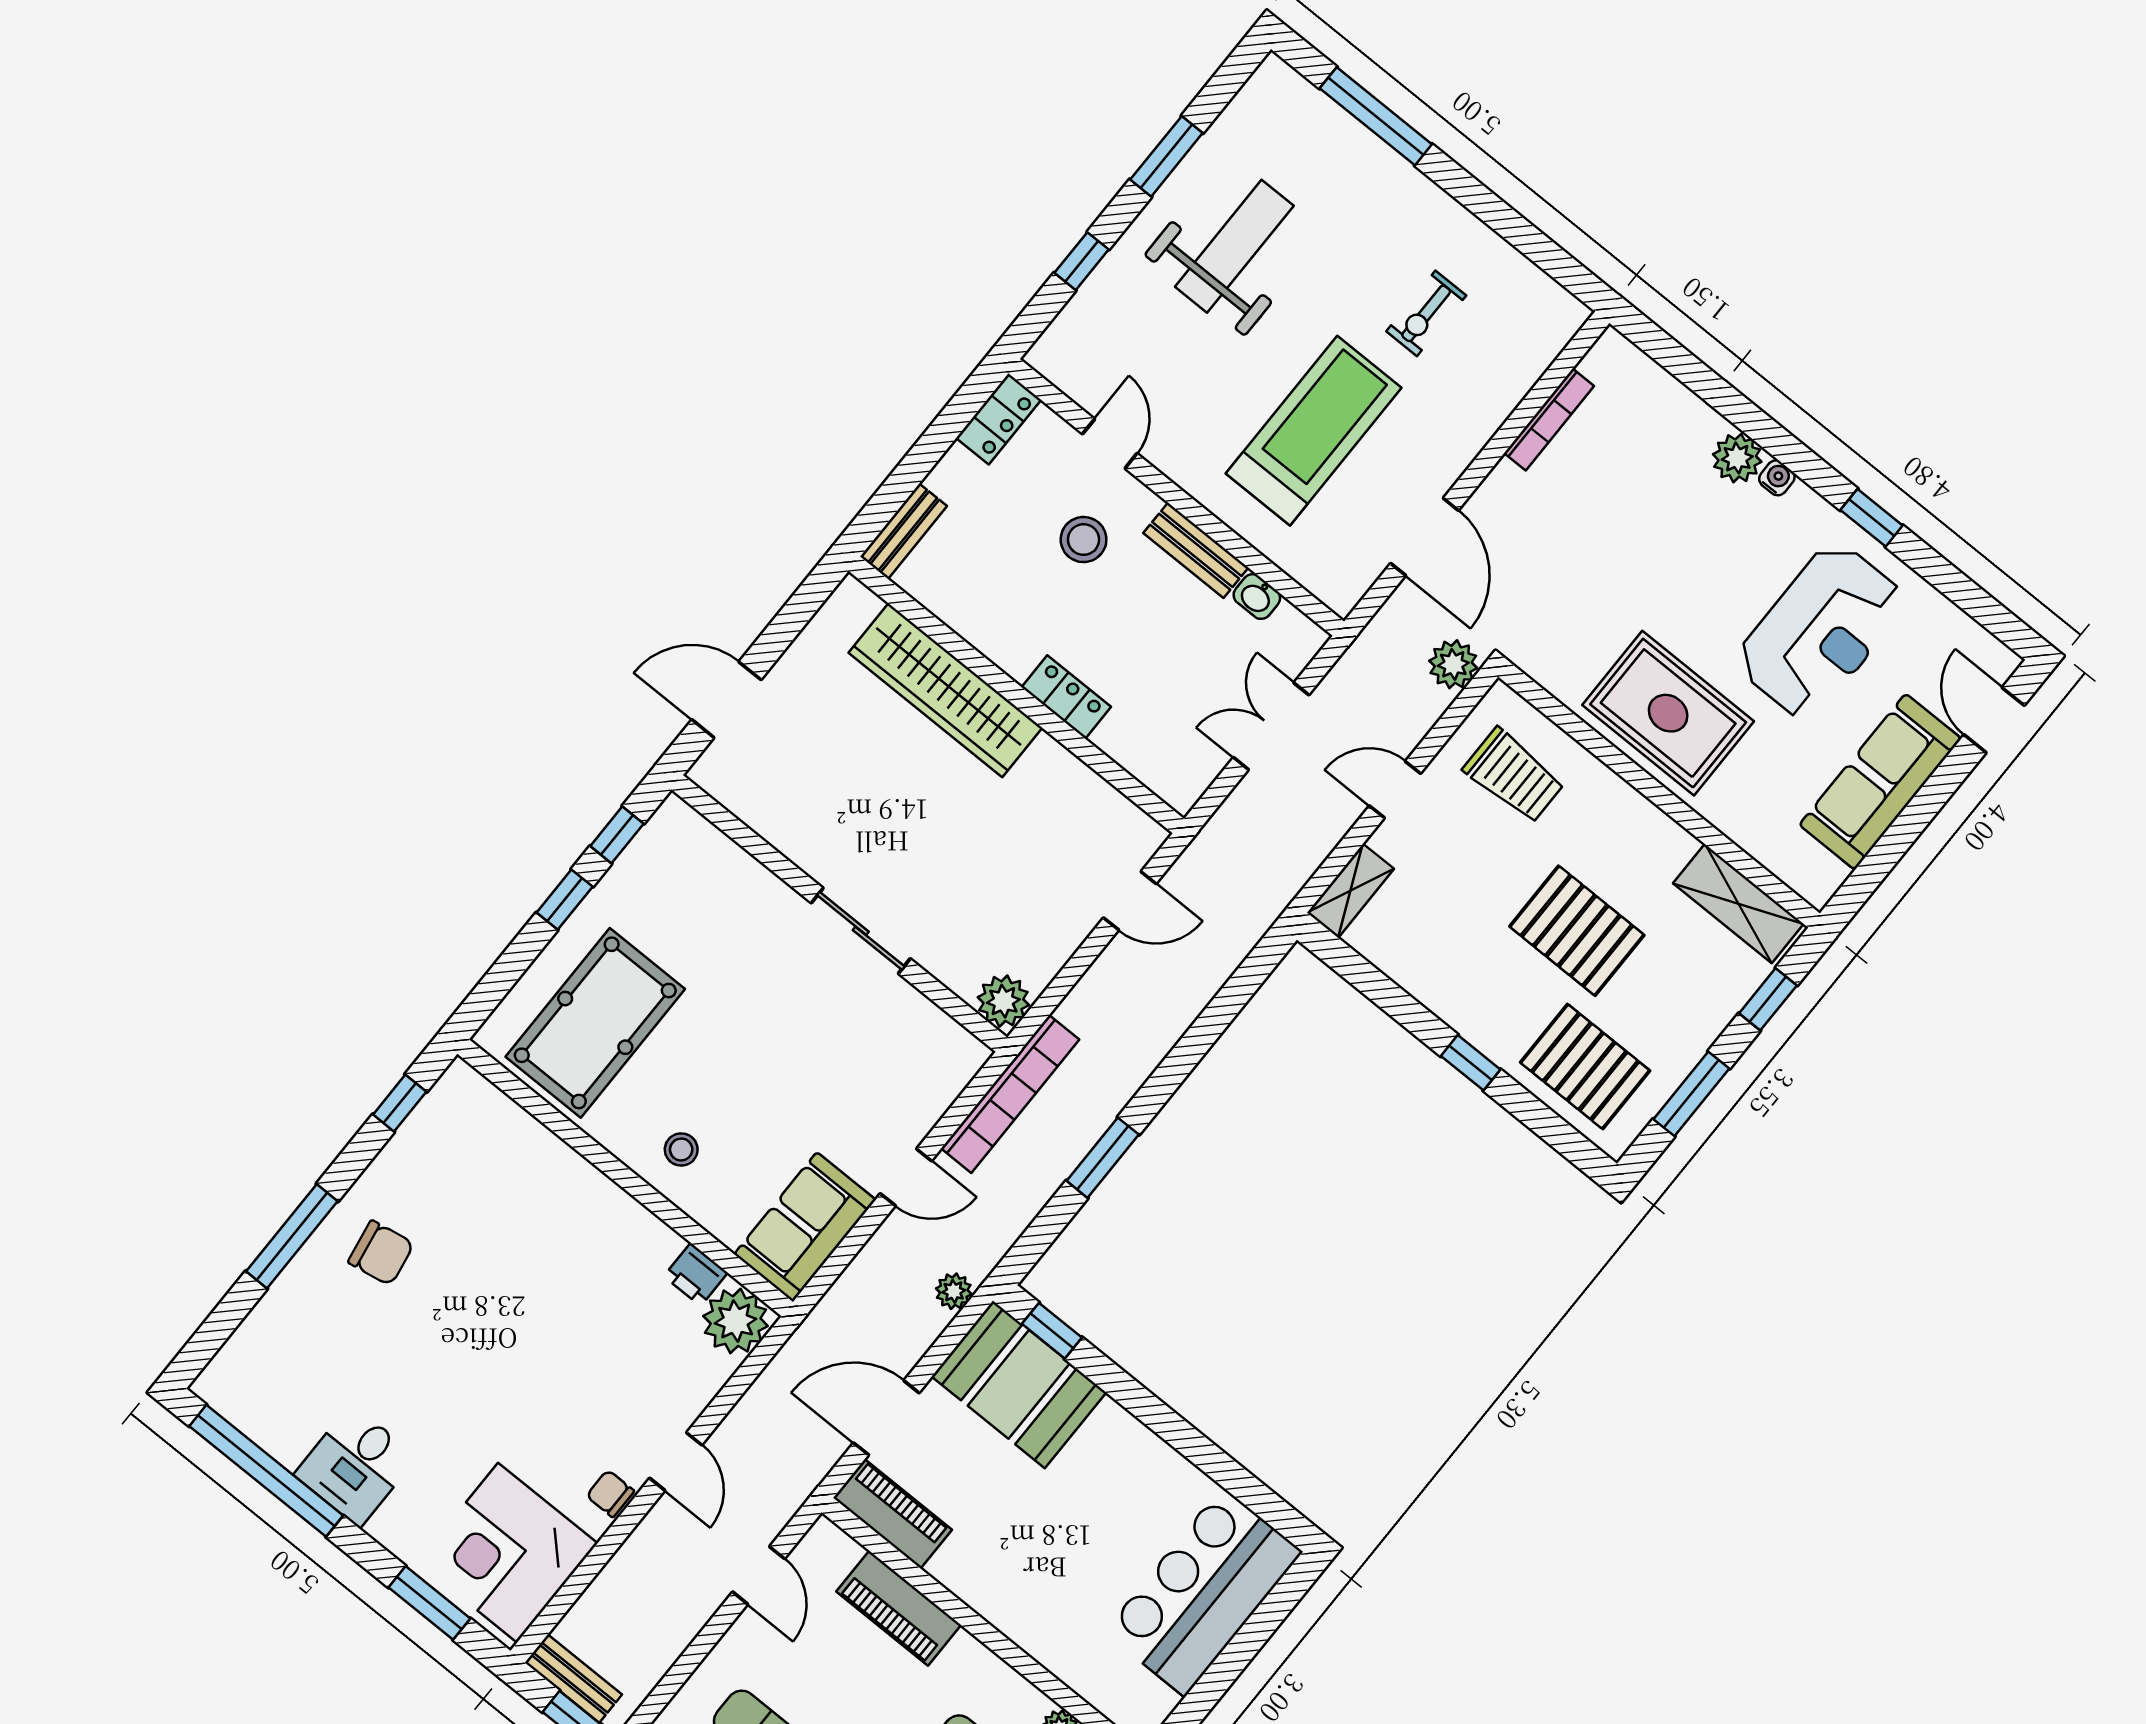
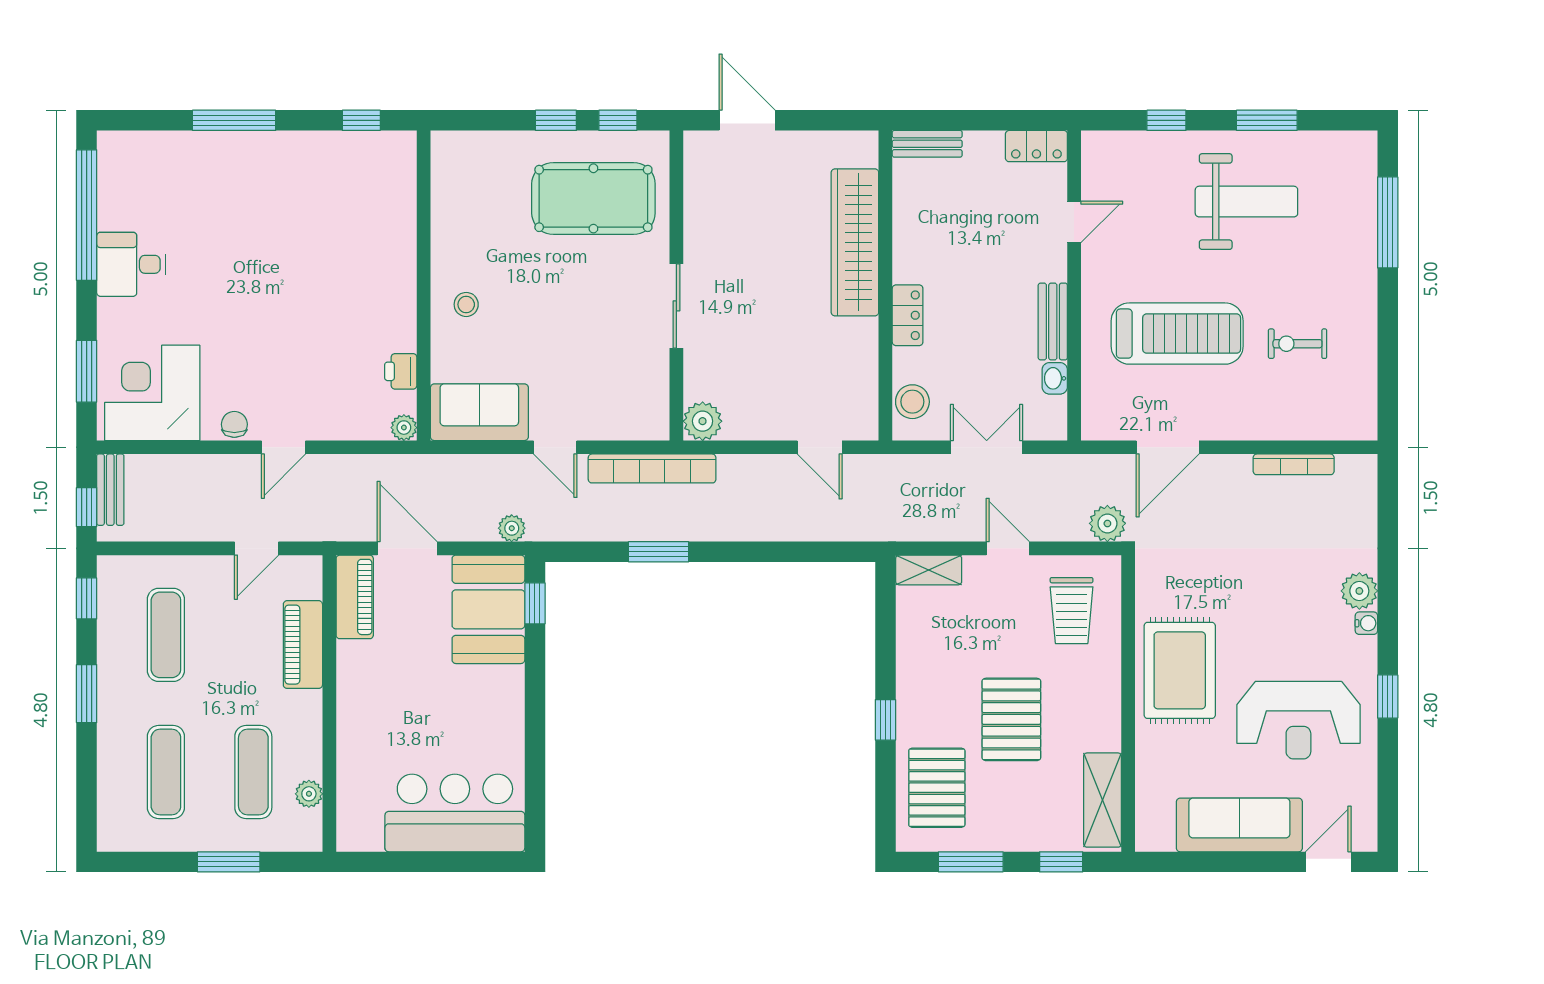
stool: (1084, 540) -> (912, 402), moved
pool table: (595, 1023) -> (593, 198), moved
chair: (381, 1253) -> (266, 179), removed
plant: (736, 1321) -> (404, 428), width x0.53, depth x0.53

